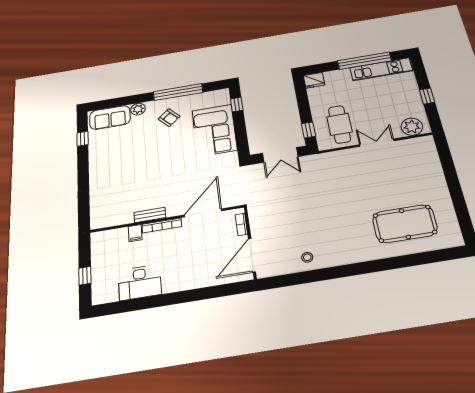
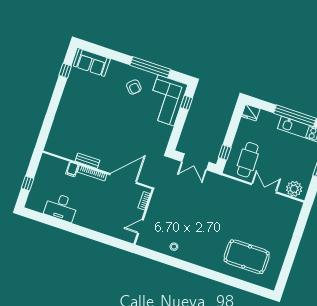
plant: (138, 109) -> (115, 66), removed
corner sofa: (214, 130) -> (166, 100), moved
door: (252, 255) -> (140, 227), width x0.53

